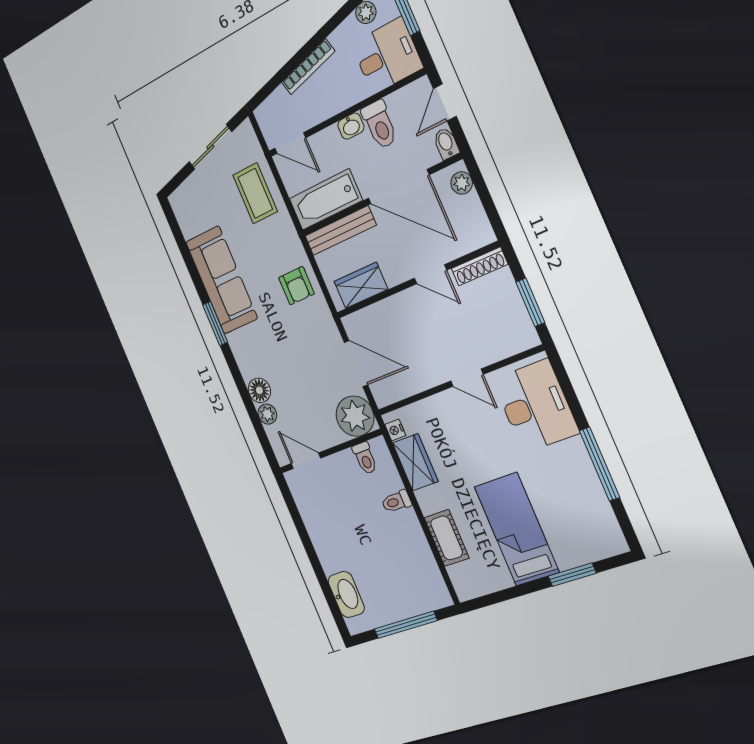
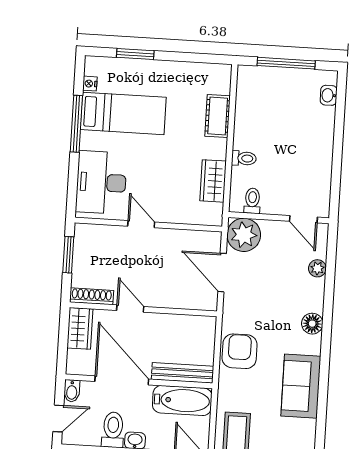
plant: (462, 183) -> (75, 359), removed
sofa: (222, 280) -> (301, 386), width x0.73
wardrobe: (361, 285) -> (80, 328), moved, turned -90
armchair: (296, 286) -> (240, 351), width x1.38, depth x1.38
window: (215, 324) -> (325, 357), removed
floor lamp: (259, 390) -> (312, 324), moved
nightstand: (395, 430) -> (90, 84), moved, turned 180
bed: (517, 529) -> (123, 113), moved, turned -90
washbasin: (346, 594) -> (329, 95), width x0.52, depth x0.69

